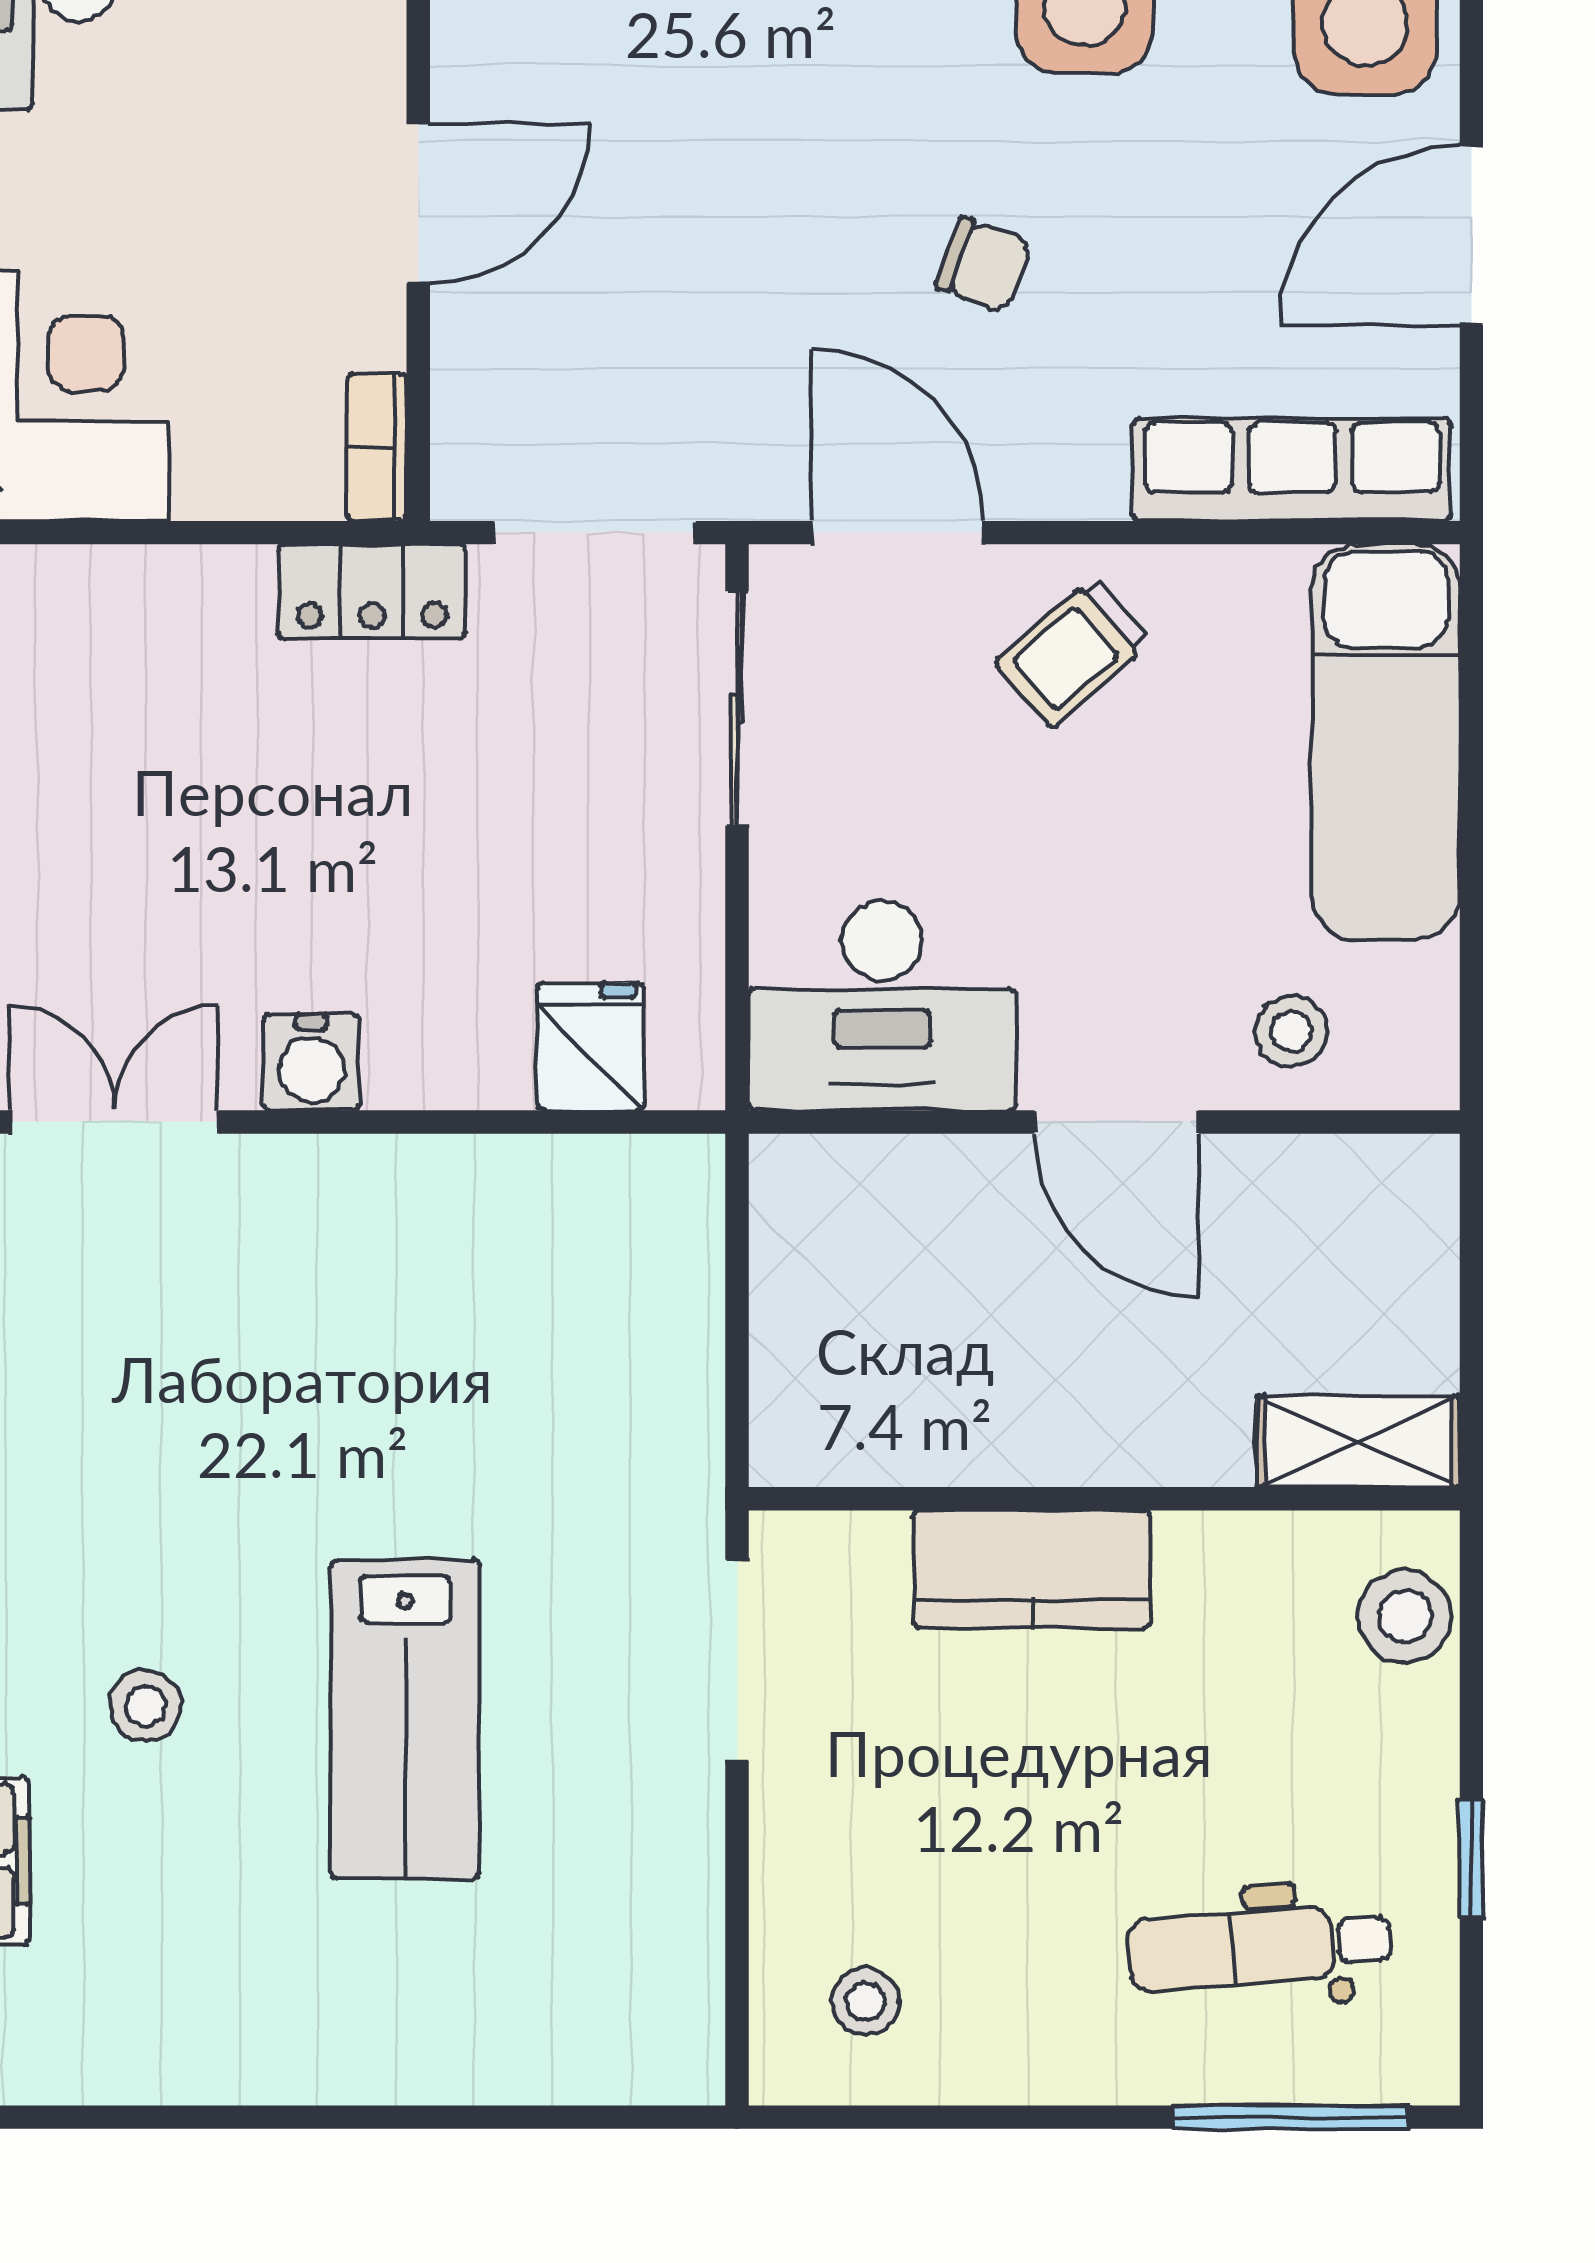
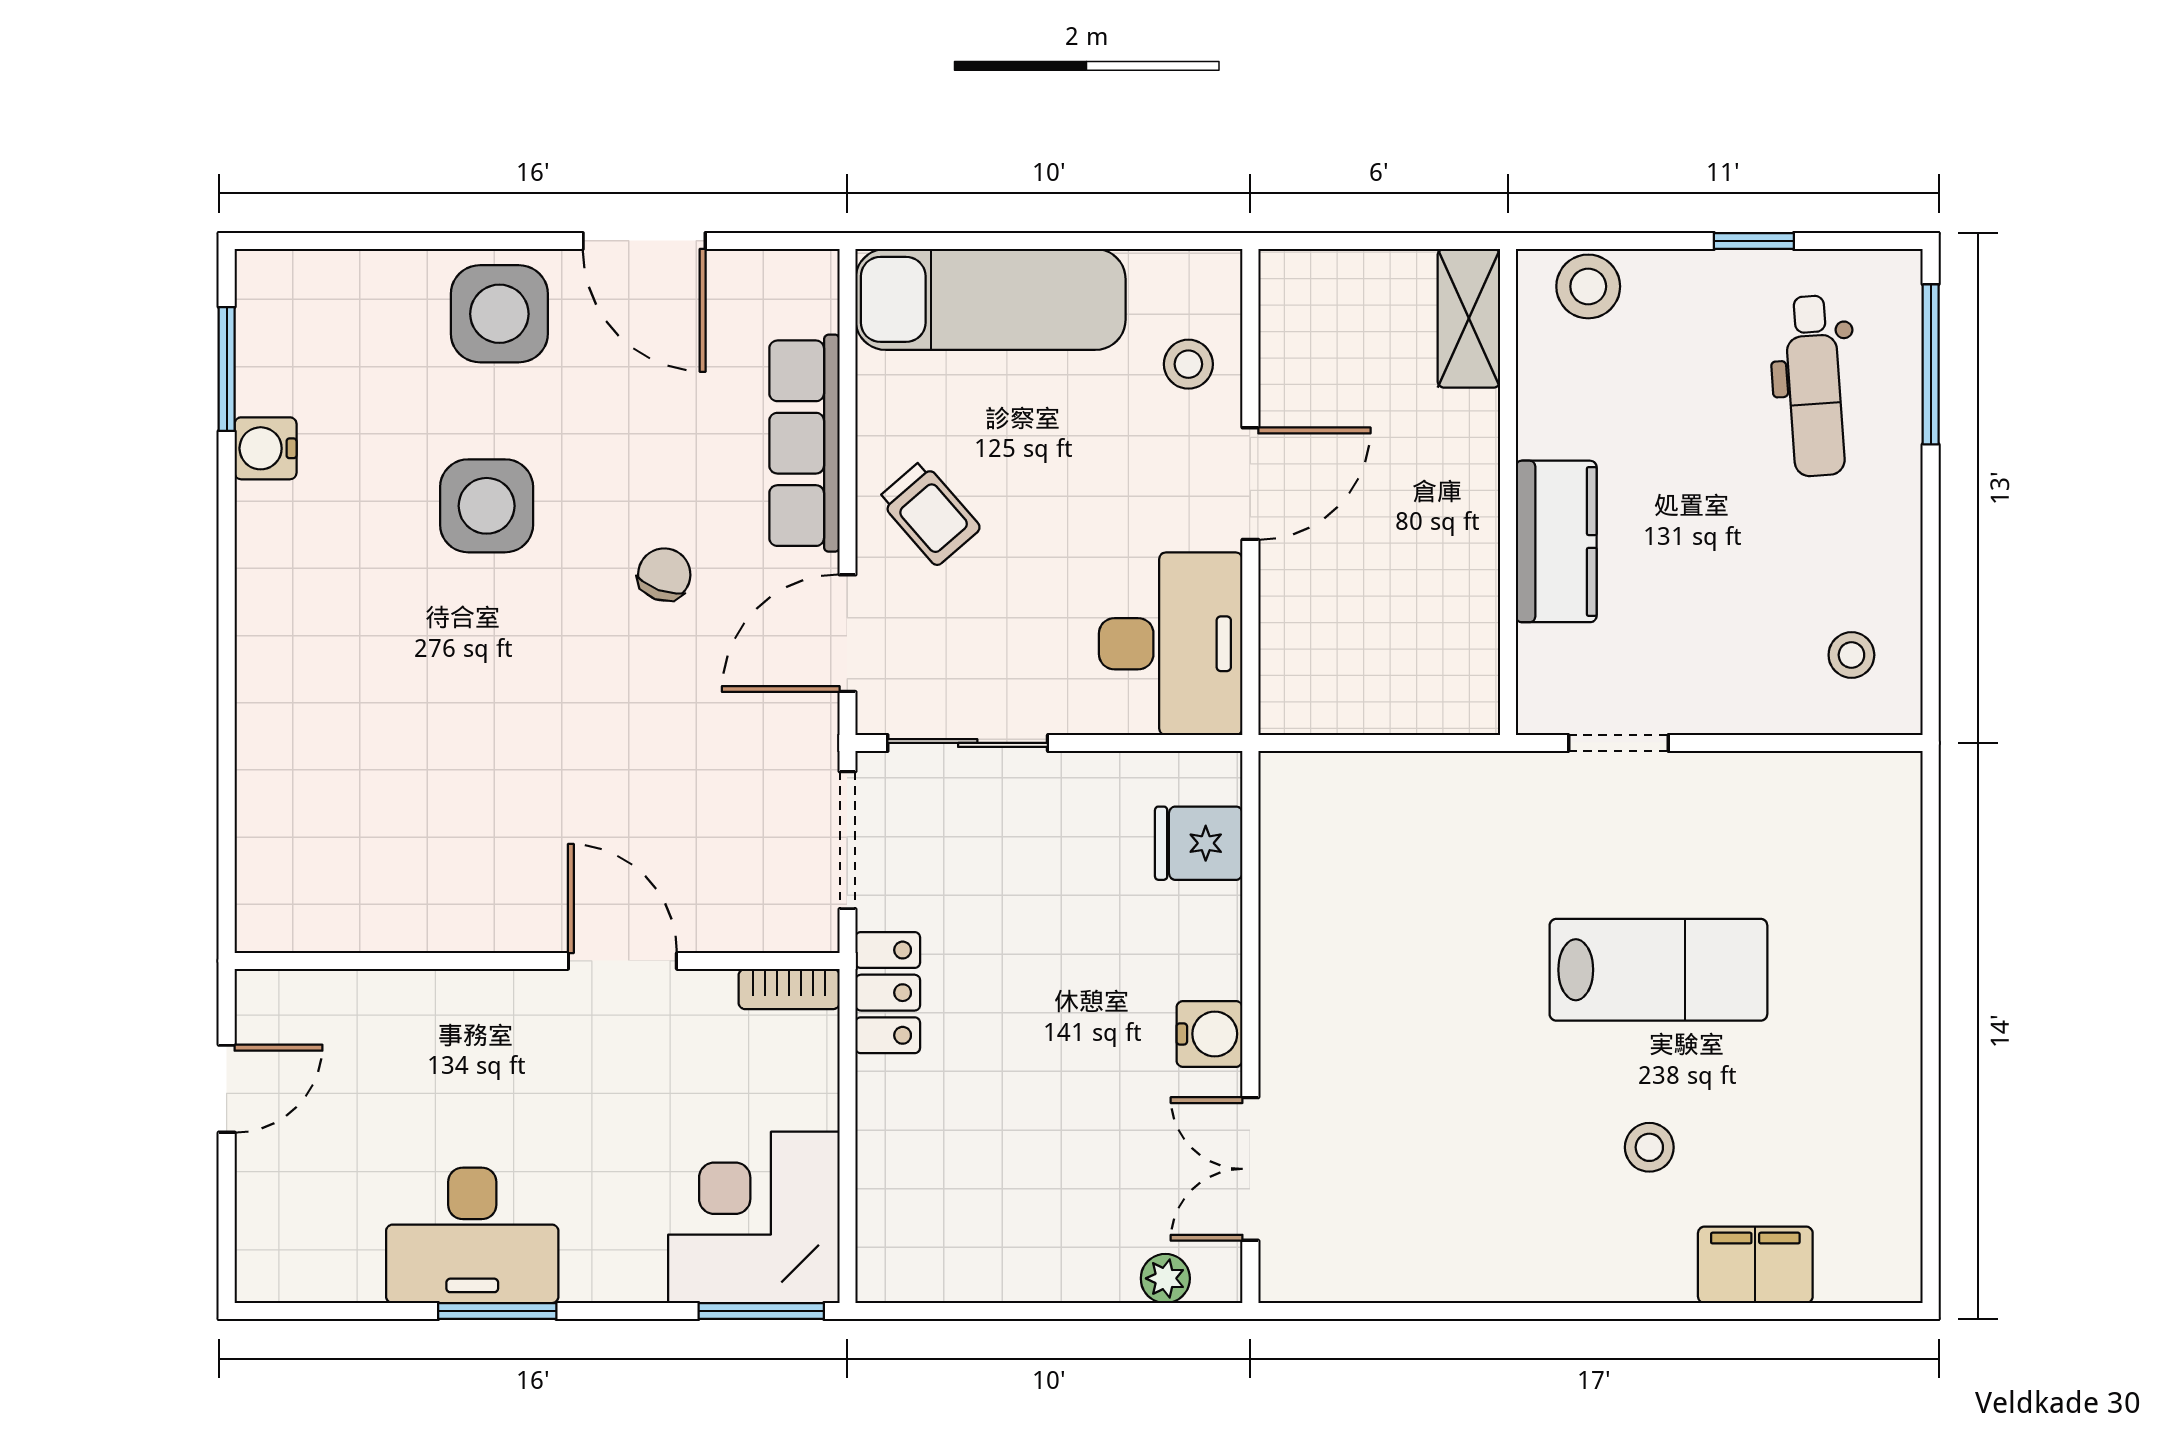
row of seats: (1292, 470) -> (804, 443), moved
doorway: (737, 1660) -> (1618, 743), width x0.73

